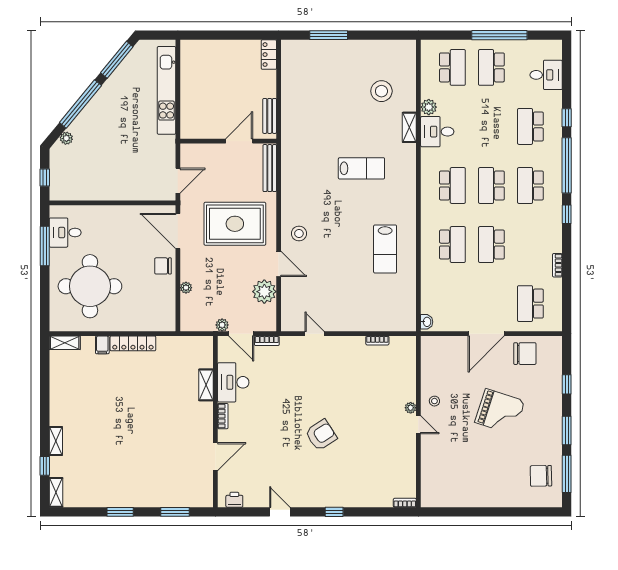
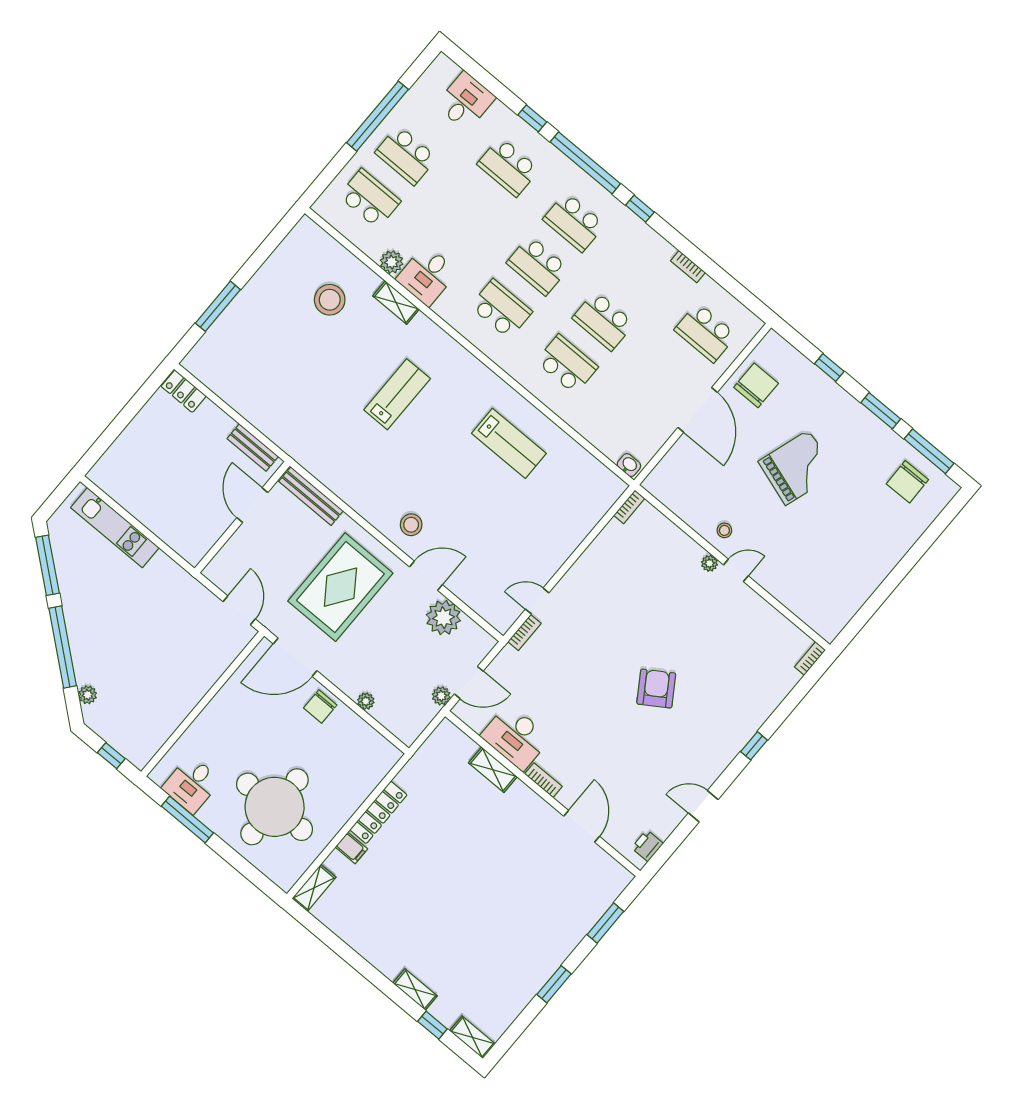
kitchen unit: (167, 90) -> (115, 528), width x0.73
bookcase: (377, 340) -> (629, 507), moved
bookcase: (267, 341) -> (524, 632), moved

